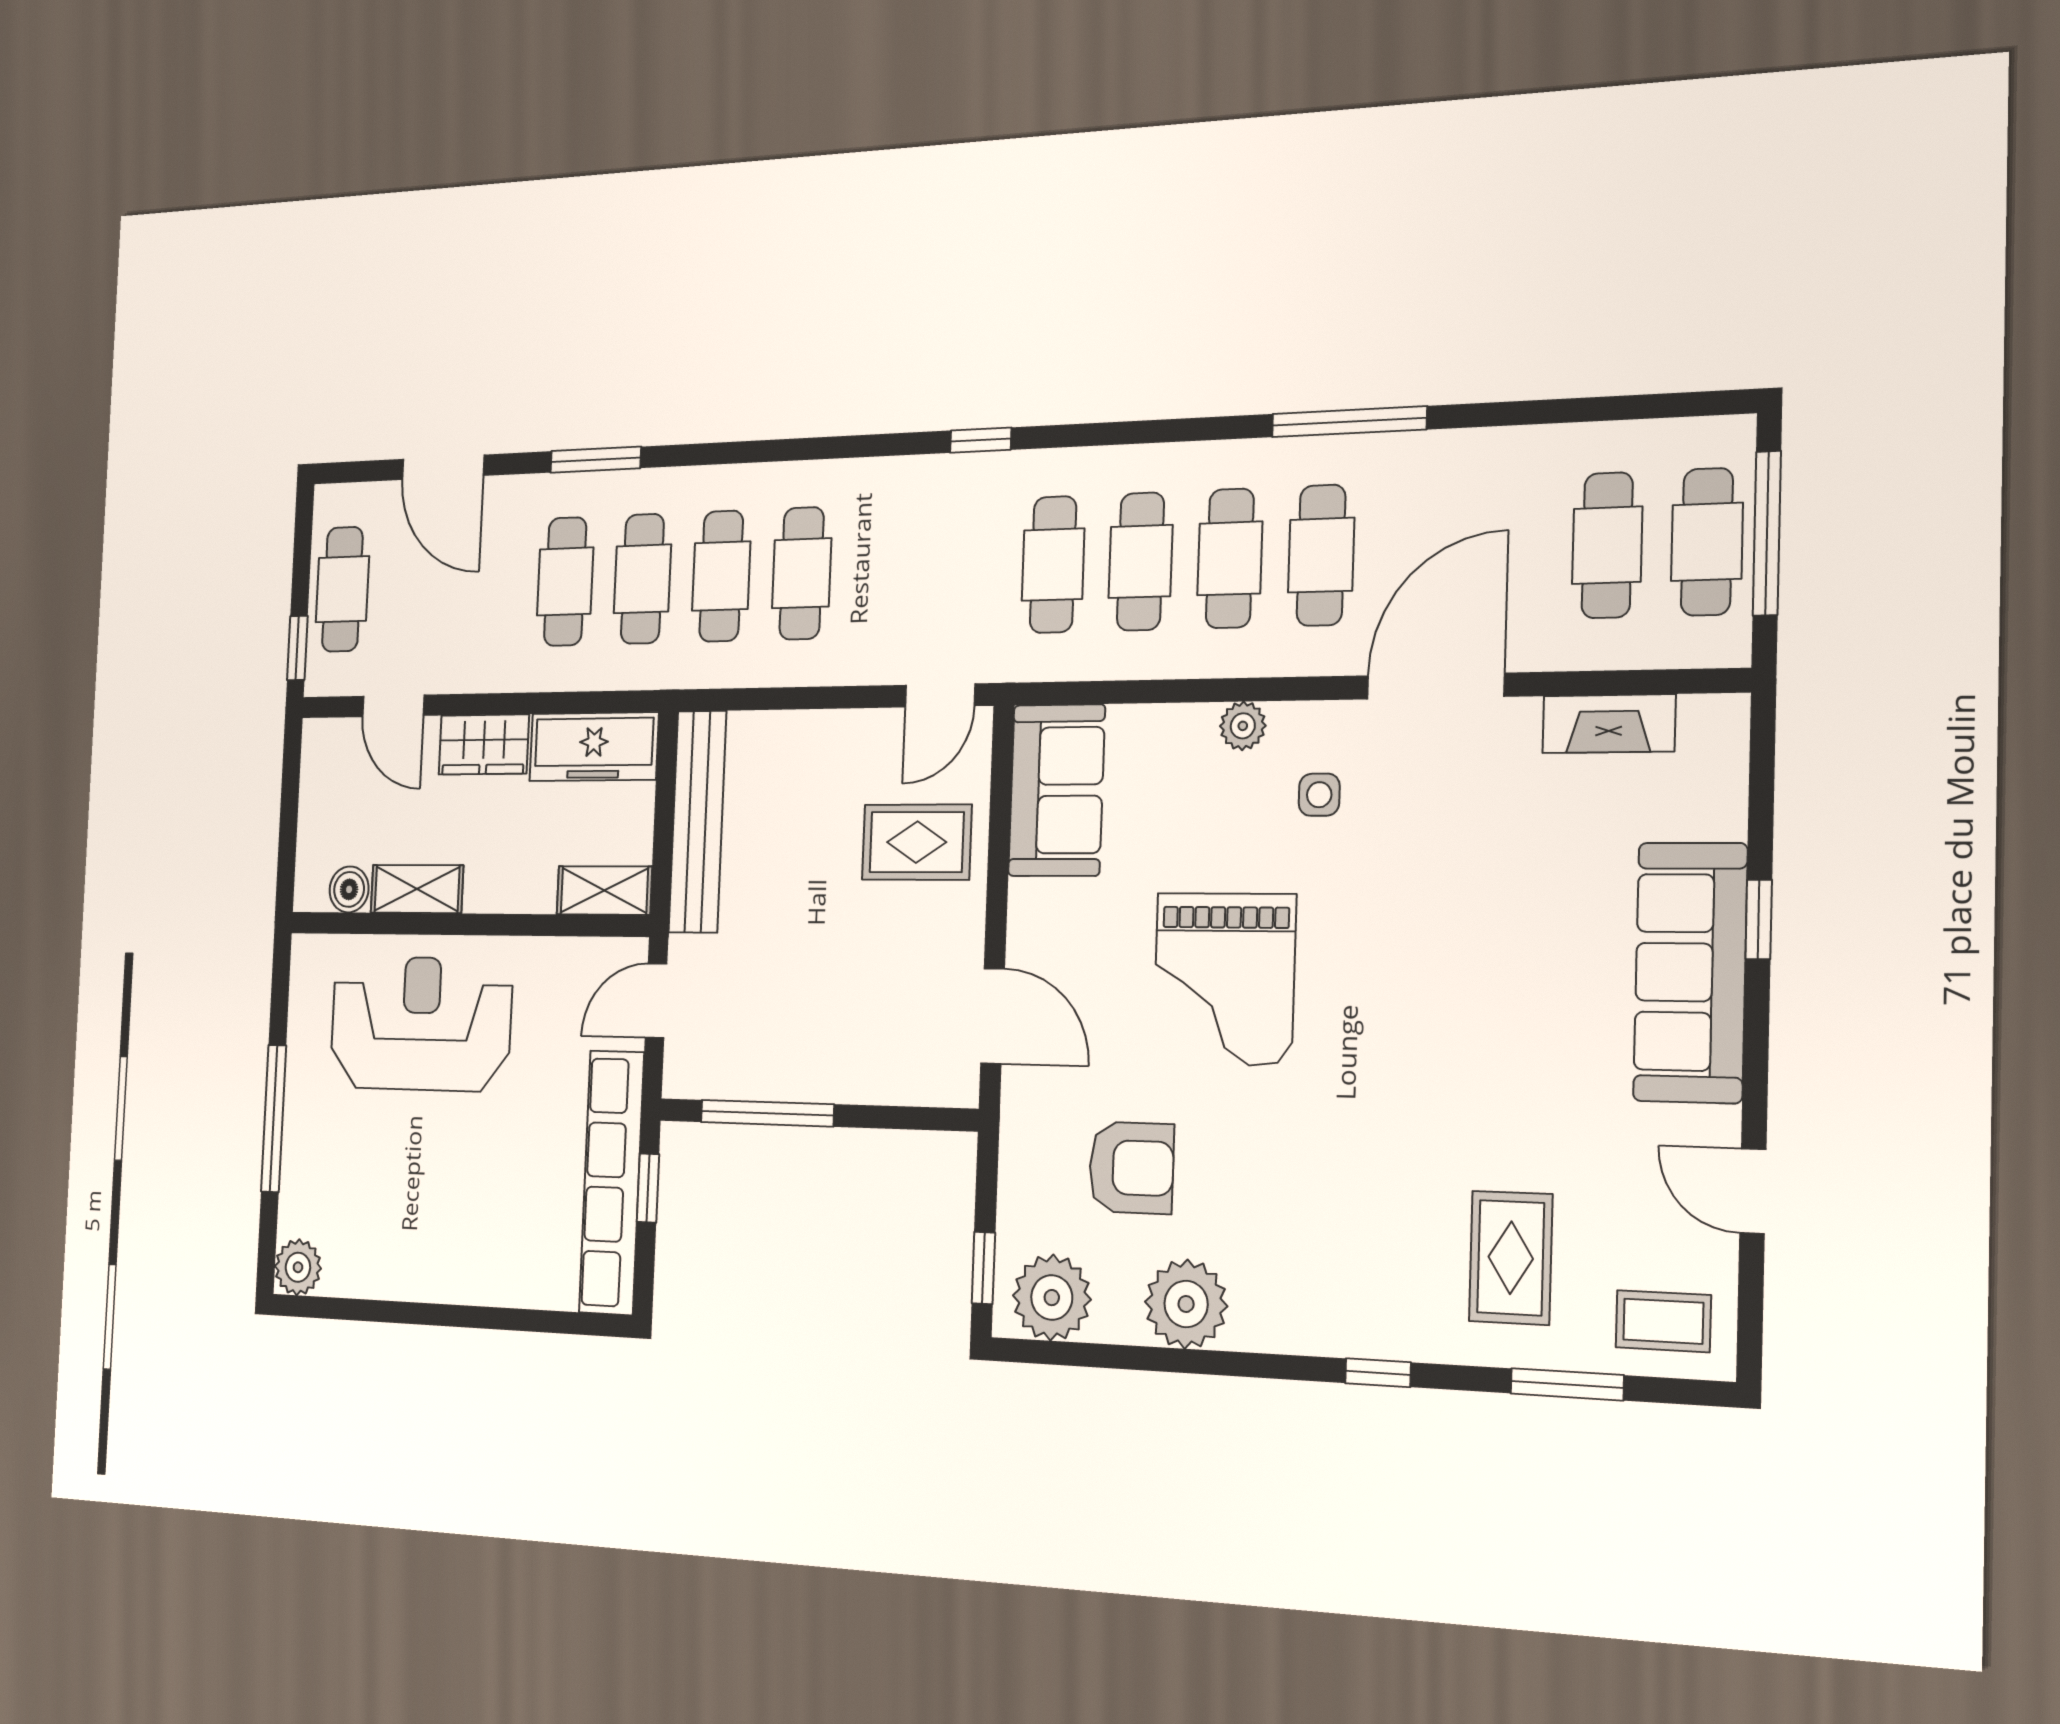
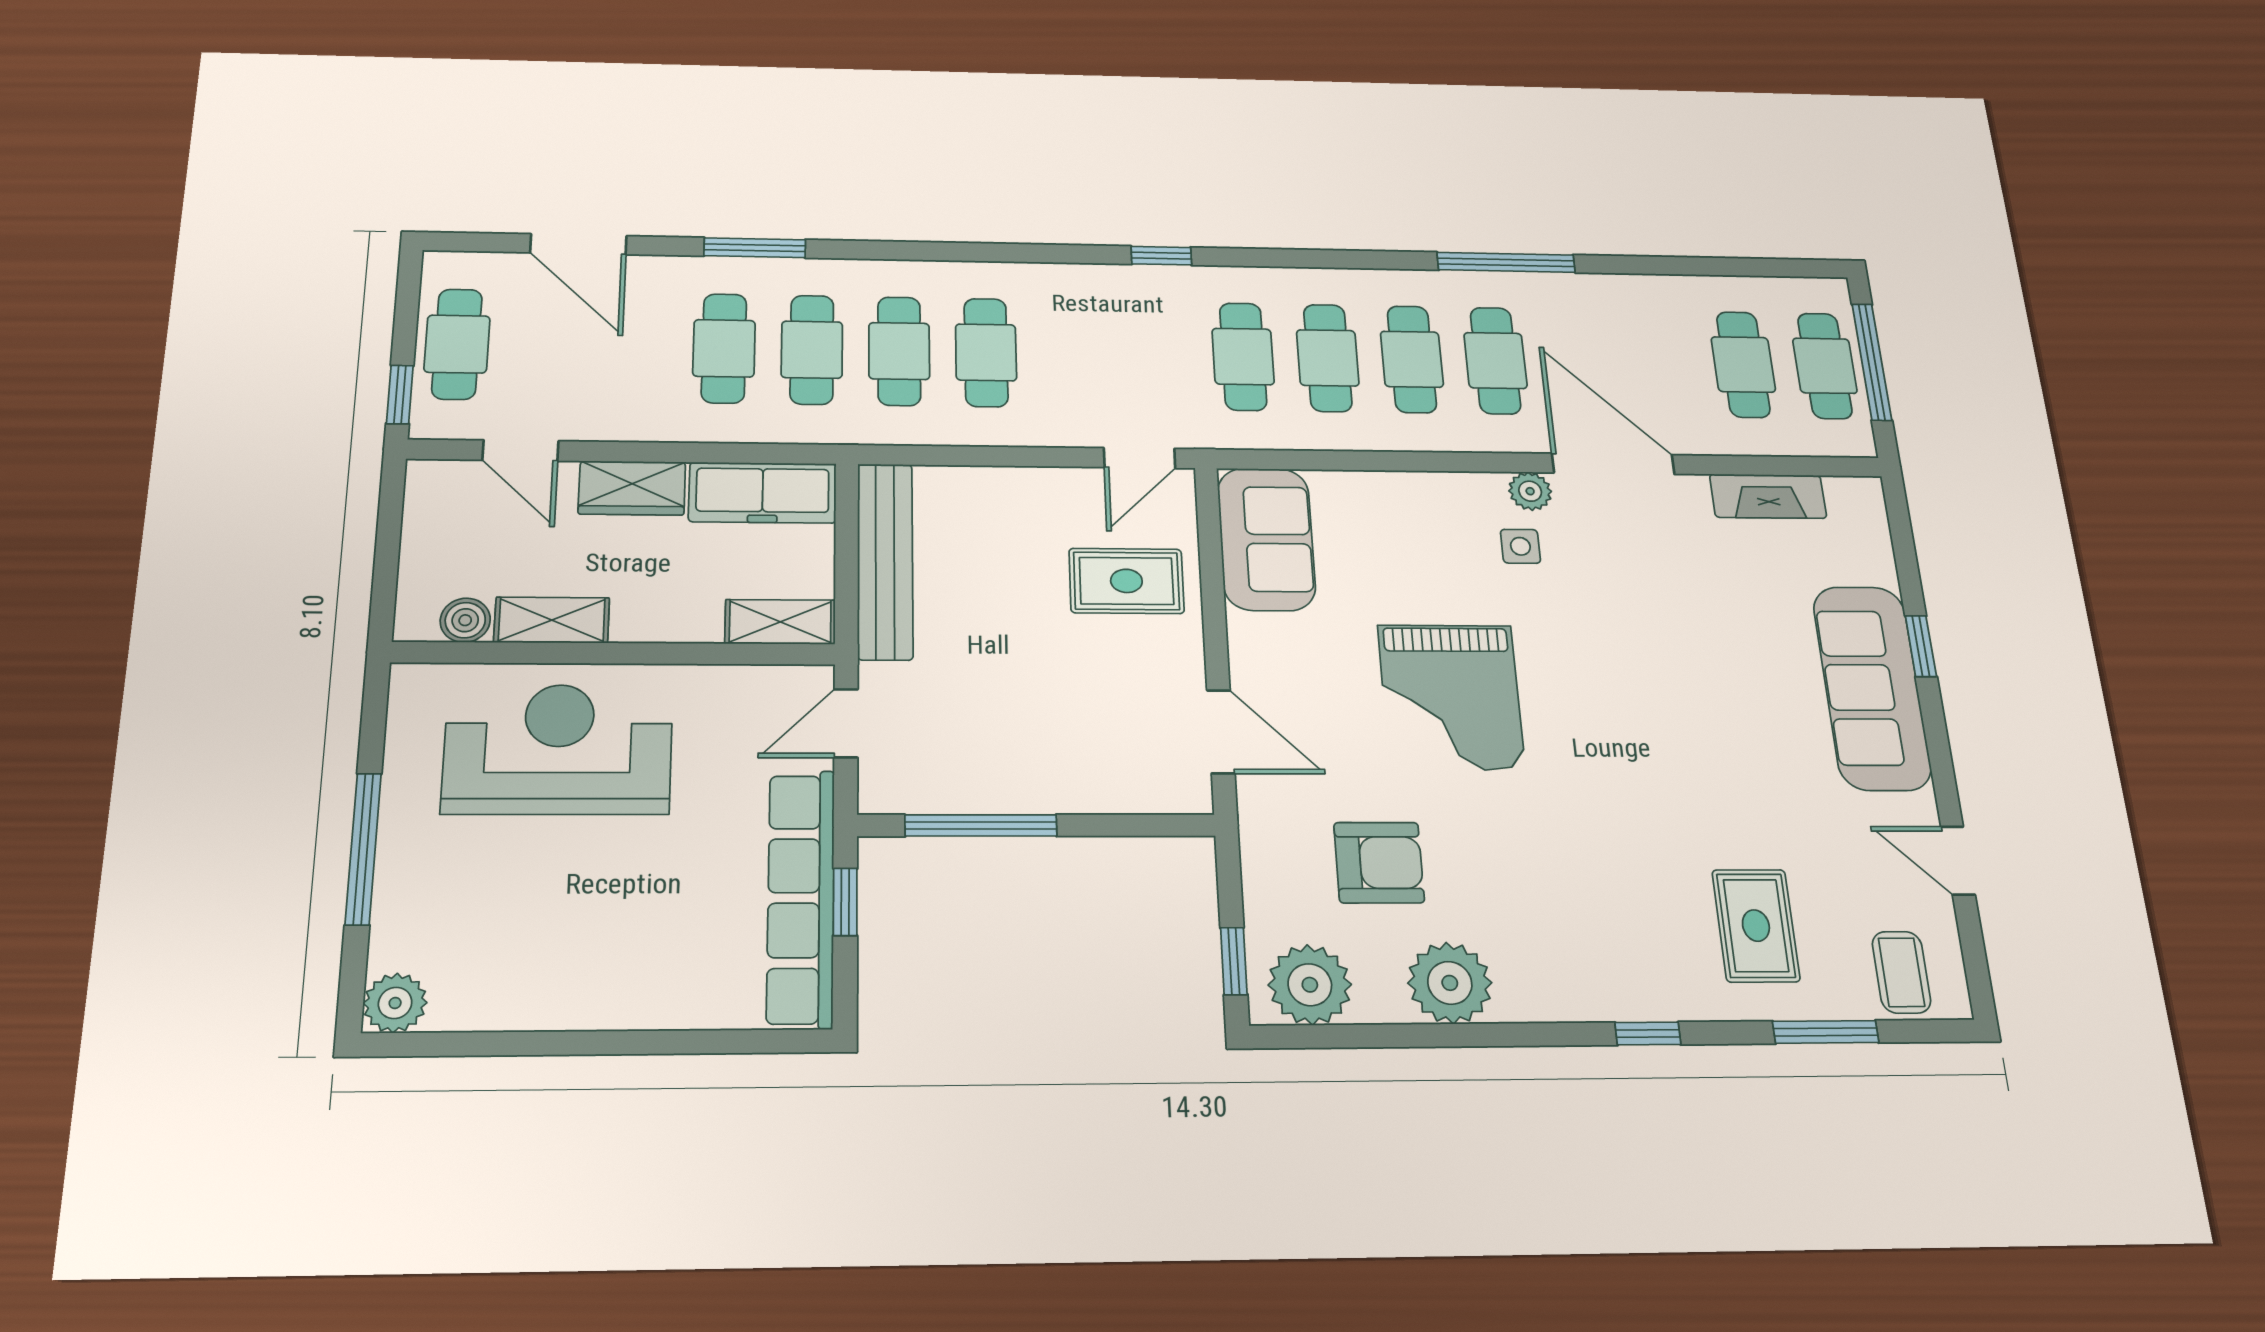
door: (1436, 686) -> (1613, 464), hinge flipped
plant: (1243, 726) -> (1530, 491), moved
coffee table: (1663, 1321) -> (1901, 972), turned 90

